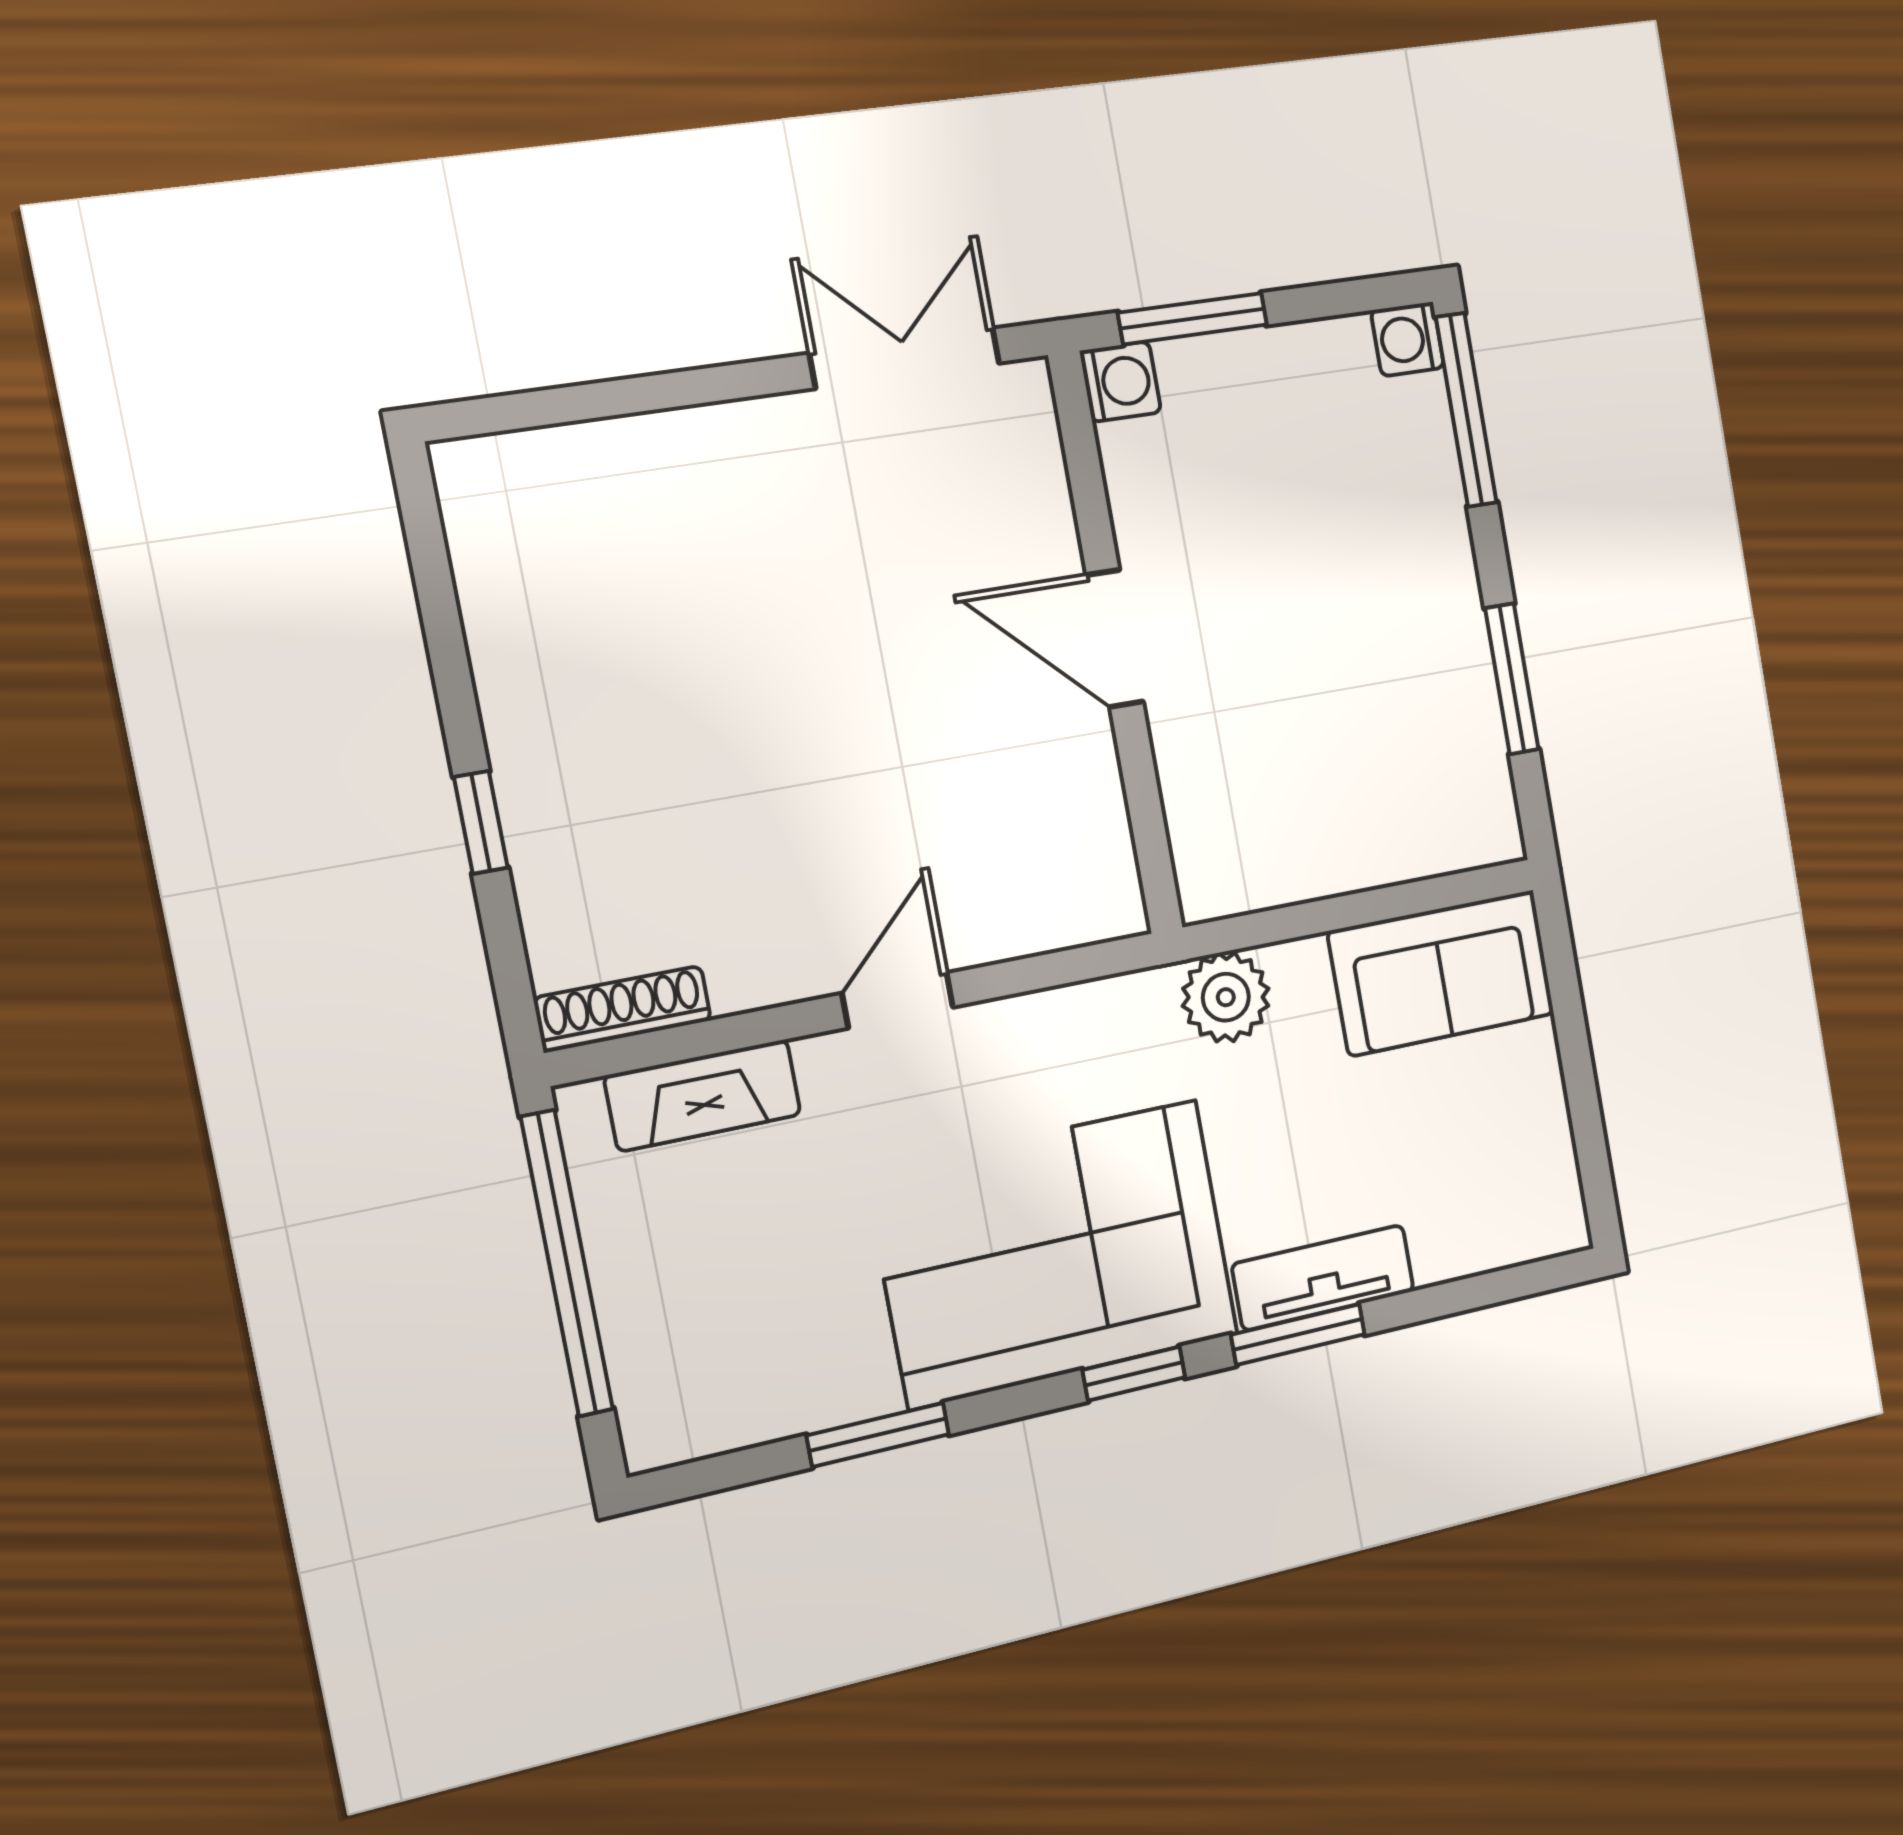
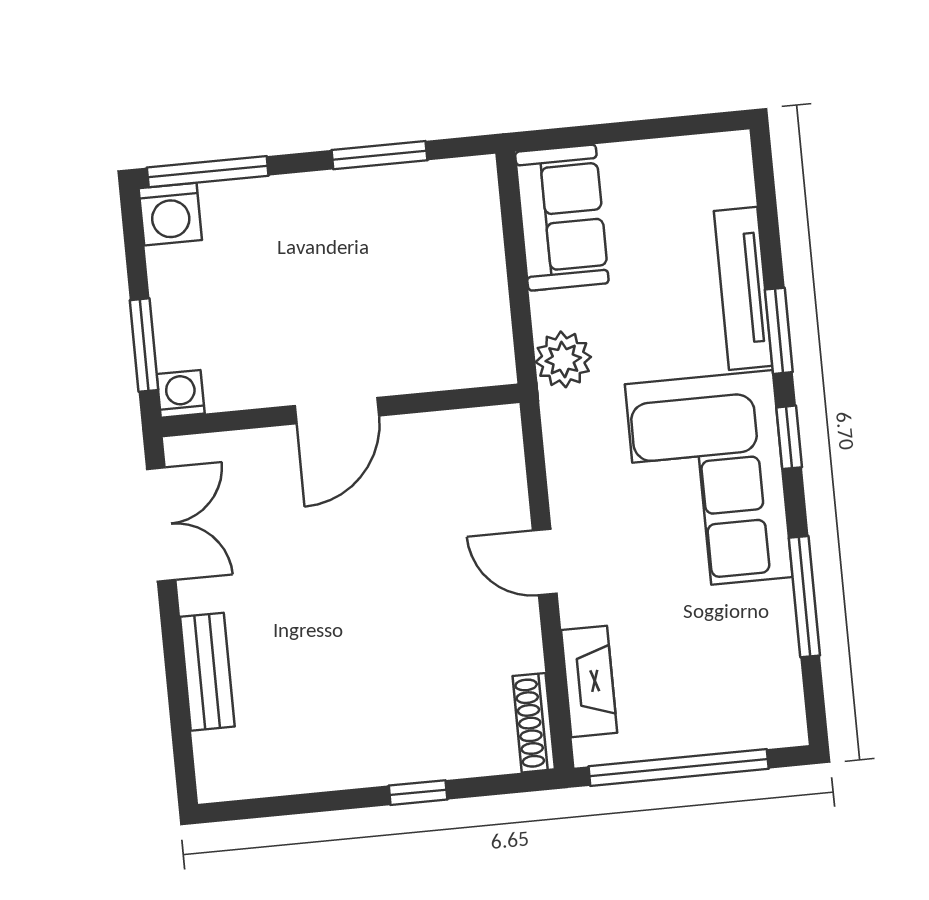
washing machine: (1408, 339) -> (170, 214), width x1.38, depth x1.38
double door: (905, 358) -> (161, 524), swing flipped
bench: (661, 447) -> (207, 672), added
tv unit: (1323, 1278) -> (743, 288), width x1.41
window: (878, 1435) -> (804, 597), width x1.44

